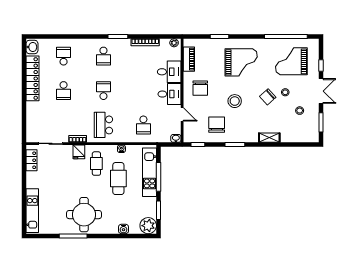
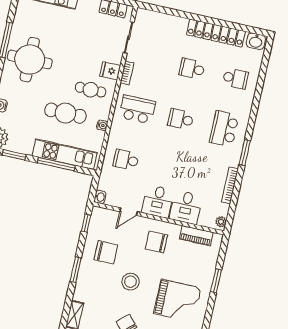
school desk: (103, 56) -> (224, 129), width x1.85
grand piano: (241, 62) -> (177, 301), turned -90
school desk: (103, 91) -> (181, 119), turned 180

